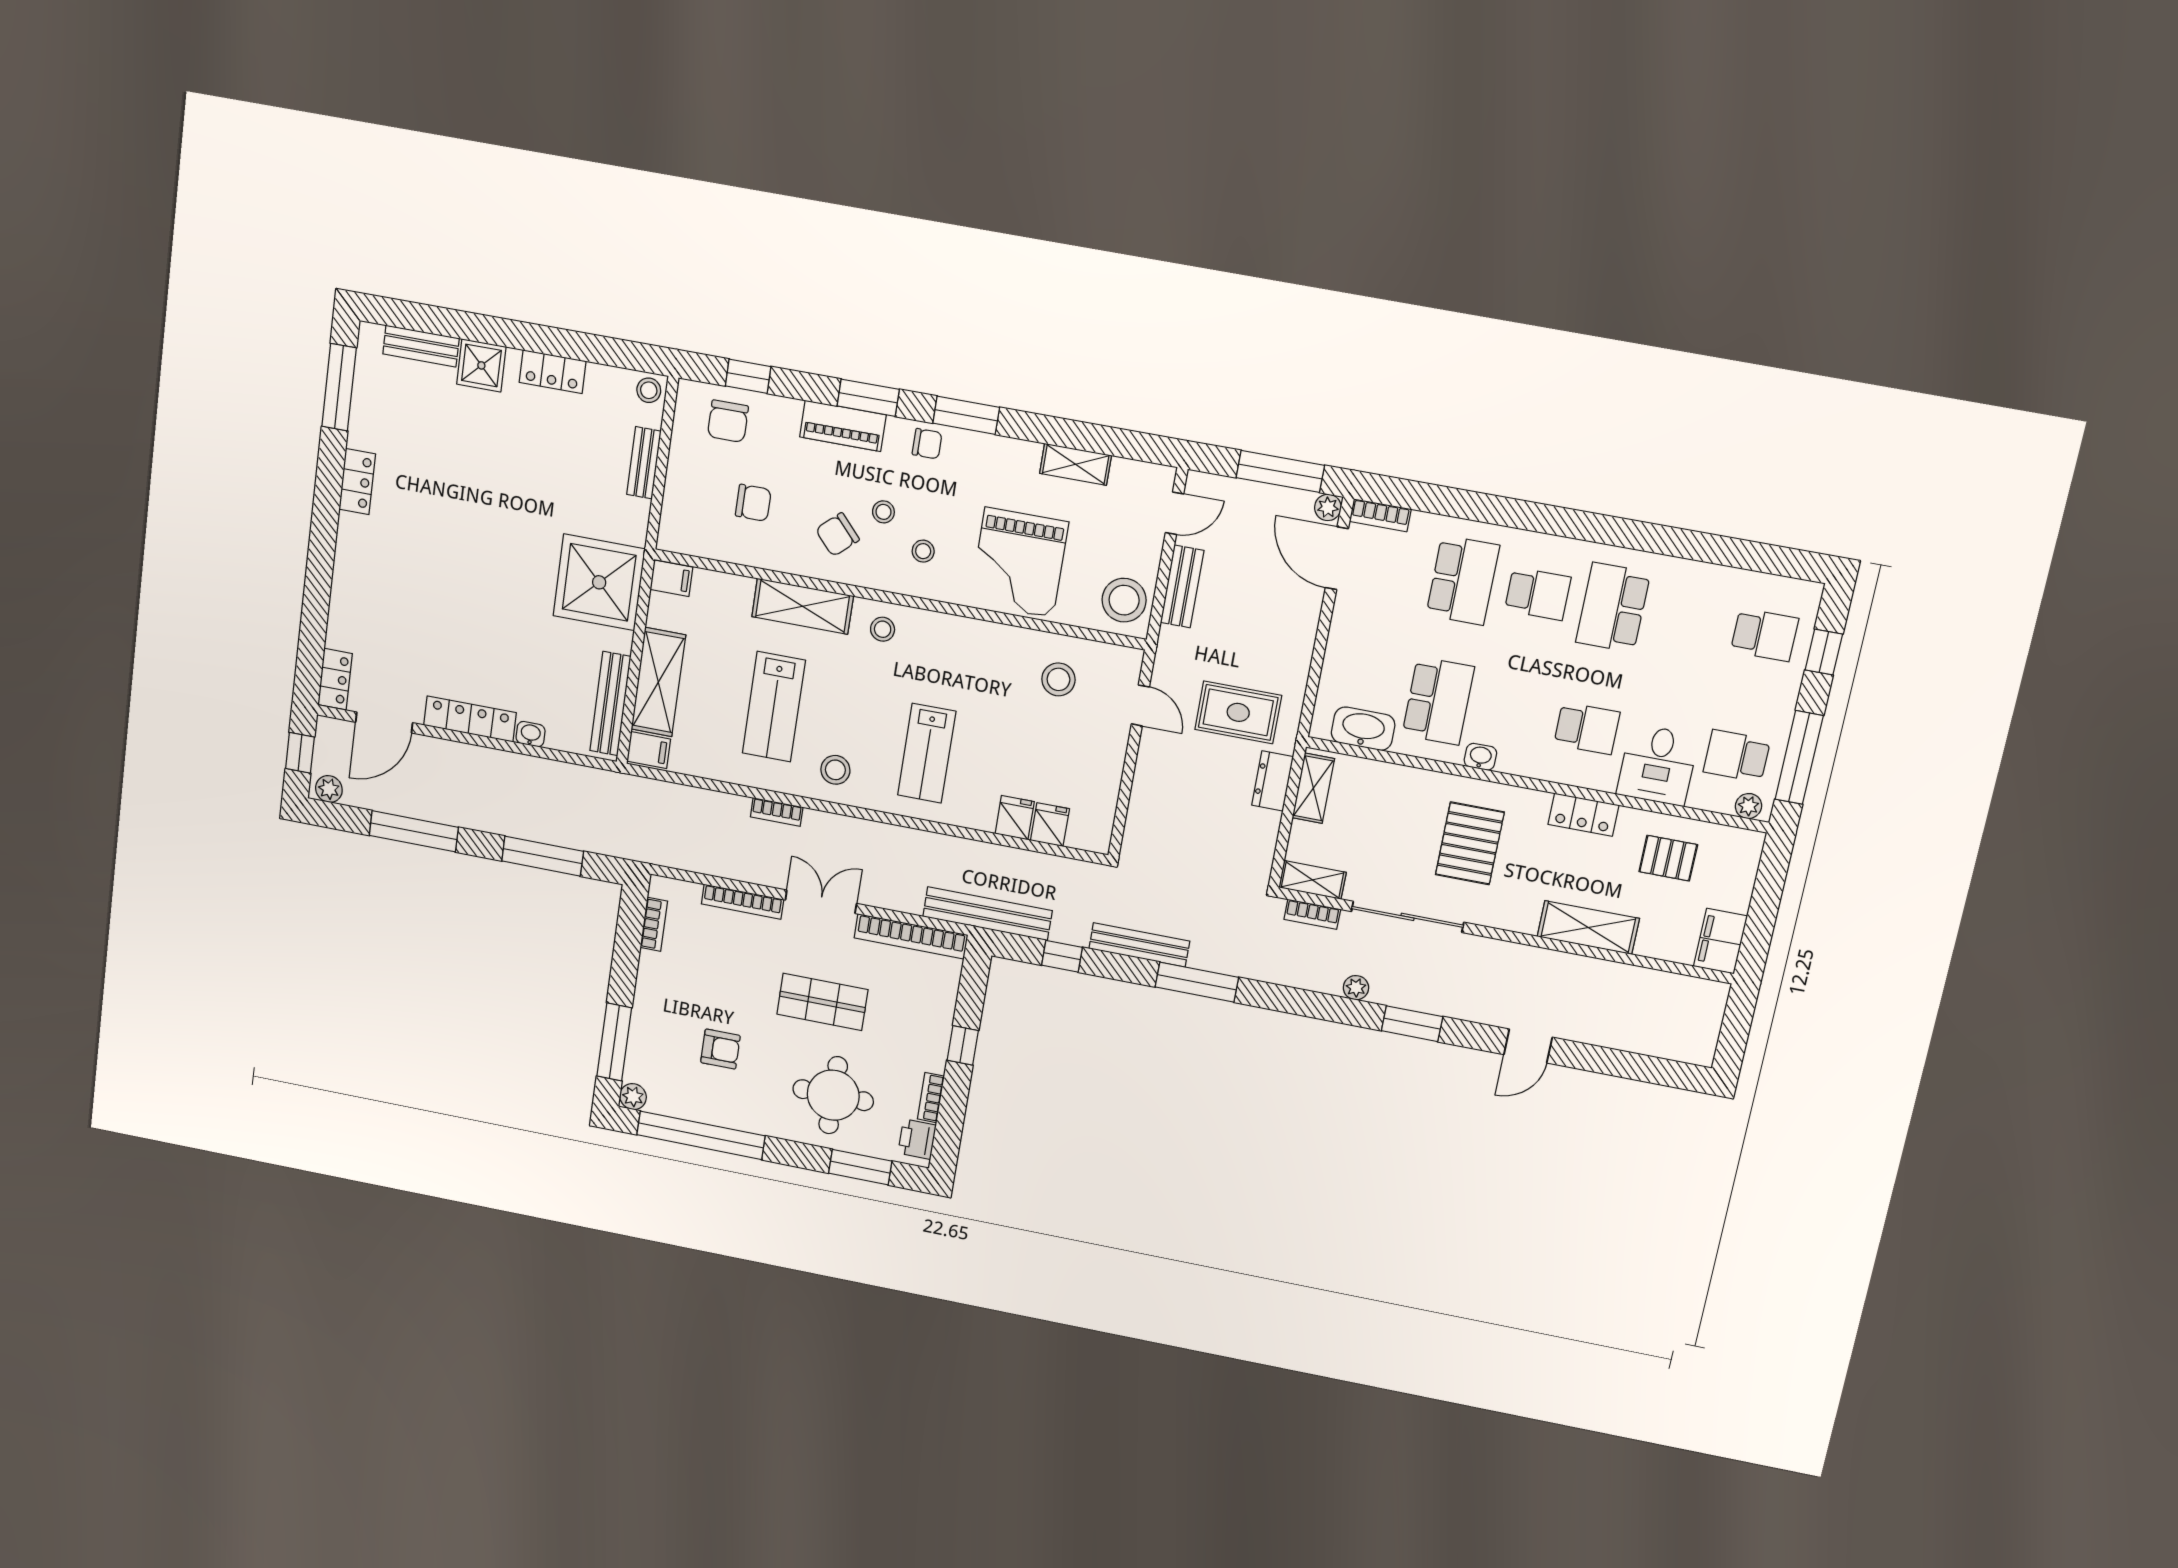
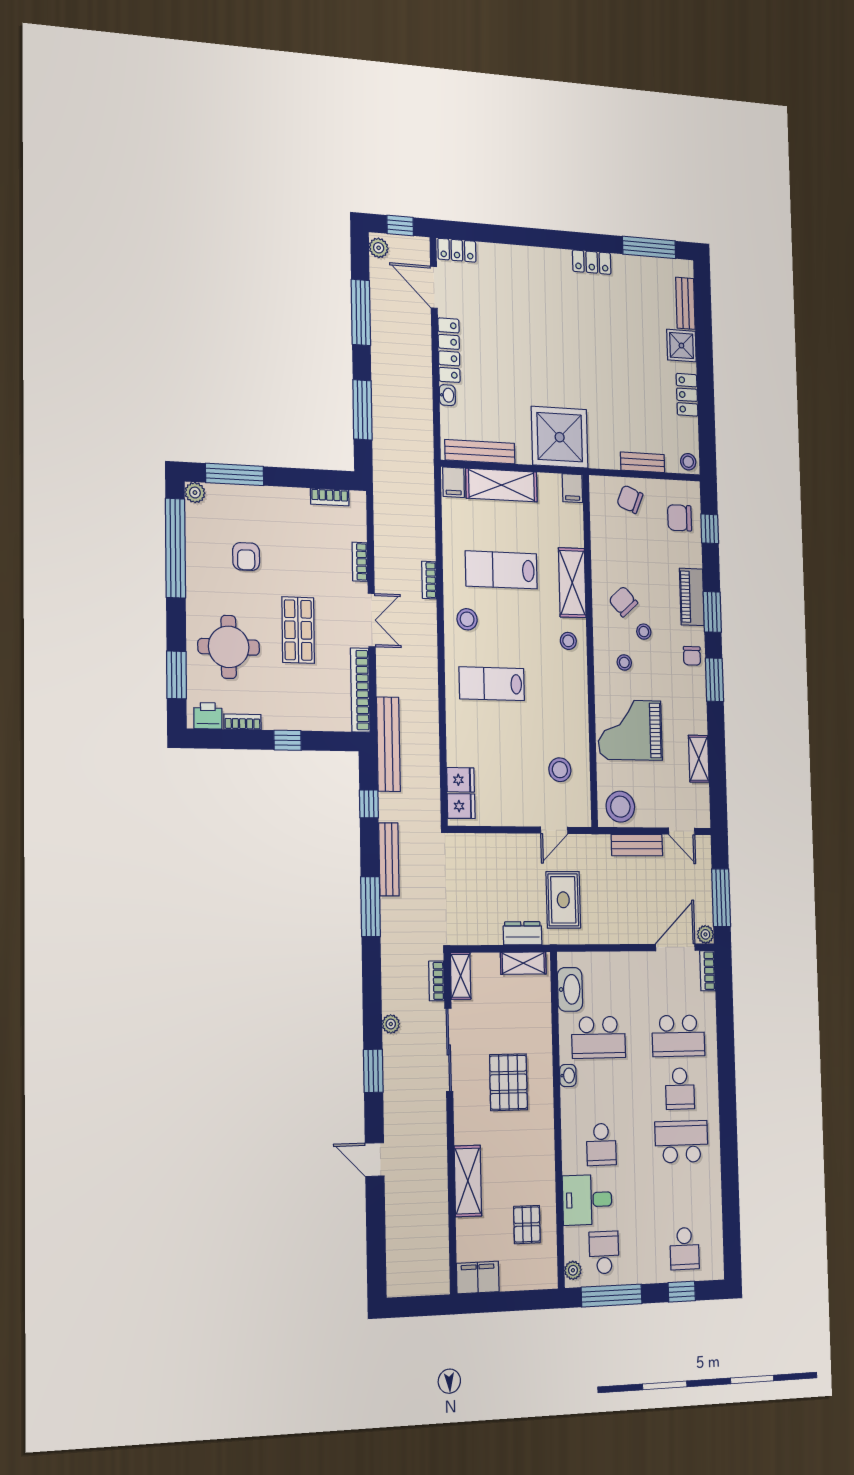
chair: (753, 503) -> (630, 499), moved, turned 112
locker: (1583, 815) -> (544, 1157), removed
fridge: (1015, 818) -> (461, 806), moved
pallet: (1470, 843) -> (508, 1082), turned 90
bookcase: (743, 902) -> (360, 562), width x0.64

